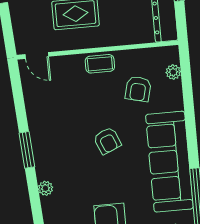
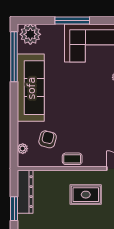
armchair: (107, 141) -> (72, 106), removed

